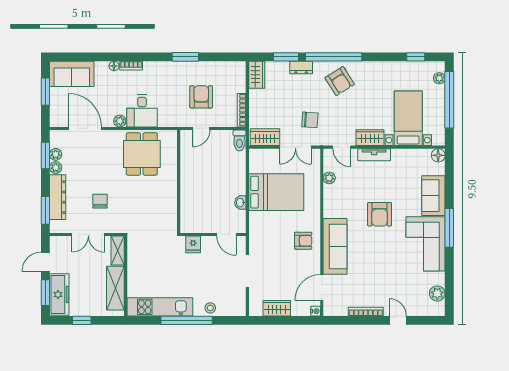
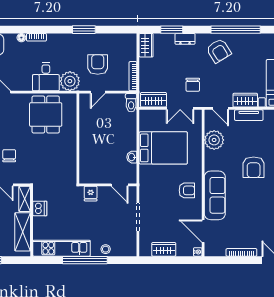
window: (334, 57) -> (236, 30), moved
chair: (310, 120) -> (193, 85), turned 86
plant: (120, 121) -> (70, 81), moved, width x1.87, depth x1.87
plant: (329, 178) -> (214, 140), width x1.88, depth x1.88
dishwasher: (135, 261) -> (40, 208), added
door: (322, 287) -> (203, 231), hinge flipped

